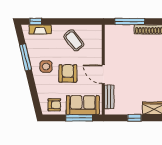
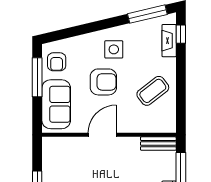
window: (25, 57) -> (147, 14), moved
bench: (109, 97) -> (158, 144), moved
window: (79, 118) -> (37, 77), moved

